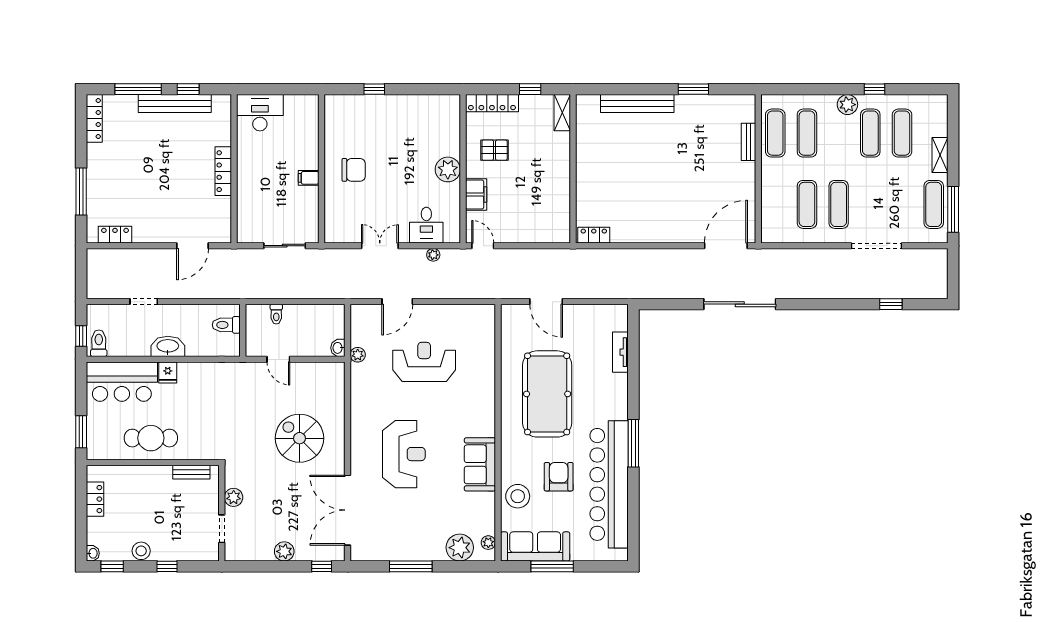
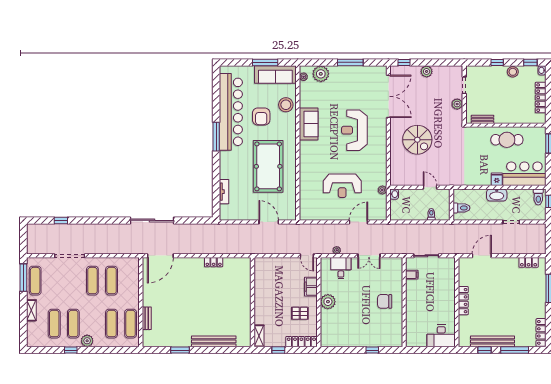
filing cabinet: (309, 178) -> (412, 275), moved
locker: (594, 235) -> (214, 262), moved
locker: (95, 499) -> (541, 98), width x1.53

